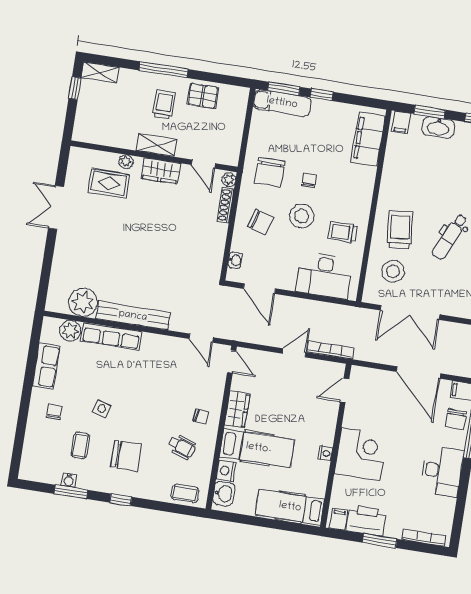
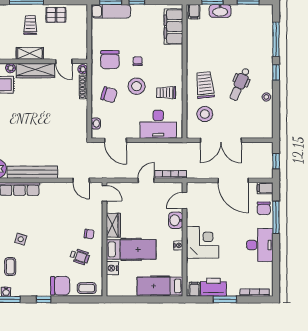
wardrobe: (161, 171) -> (35, 71), width x1.50
chair: (126, 456) -> (60, 286), moved
washbasin: (224, 494) -> (176, 220), moved, turned 180

